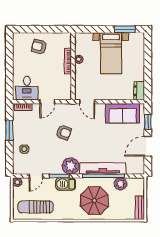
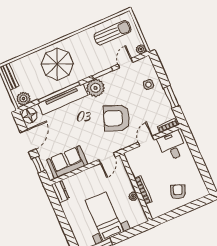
armchair: (39, 47) -> (178, 192), turned -83
door: (87, 102) -> (107, 158), swing flipped
armchair: (64, 132) -> (117, 118), width x1.88, depth x1.88
floor lamp: (137, 167) -> (29, 115), added
barbecue: (66, 184) -> (93, 68), removed
plant: (120, 184) -> (23, 99), moved

